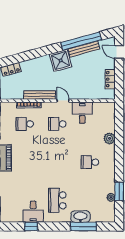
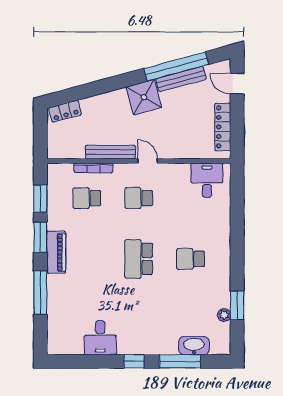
locker: (110, 79) -> (223, 127), width x1.53
desk: (82, 113) -> (207, 180), moved
plant: (109, 138) -> (222, 221), removed
school desk: (57, 200) -> (139, 259), moved
washbasin: (80, 217) -> (194, 346), moved
window: (31, 226) -> (134, 361), moved

